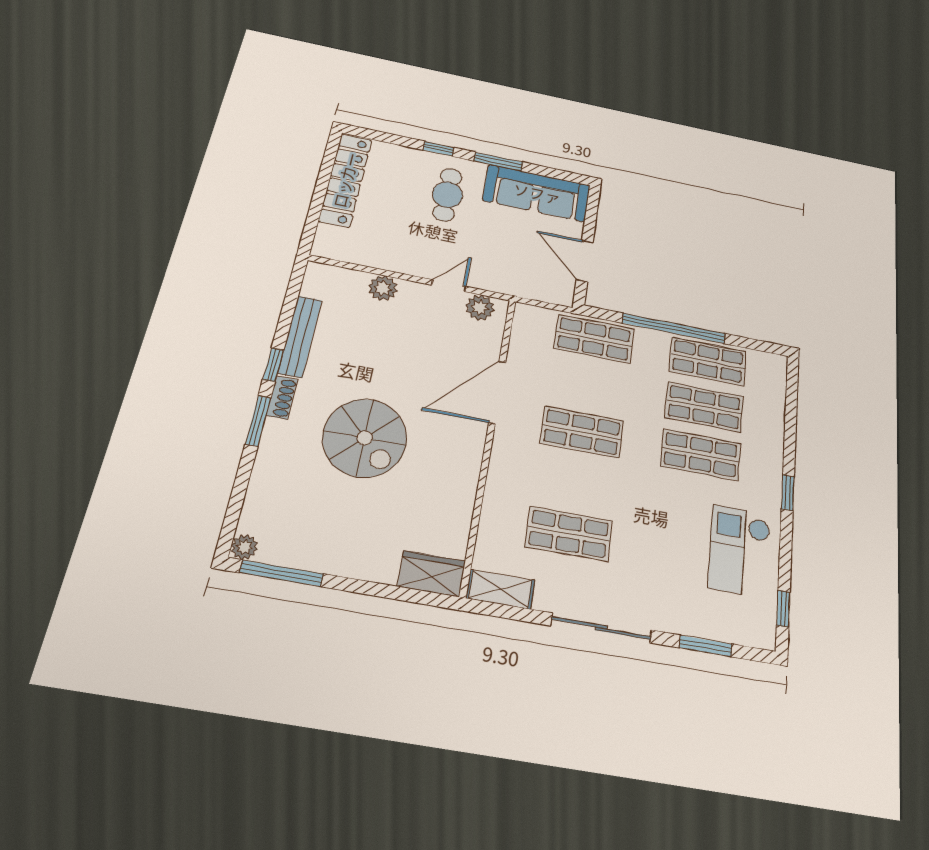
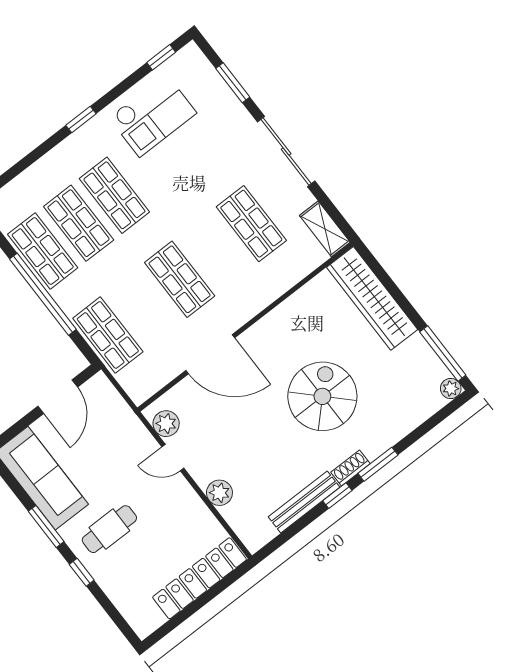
locker: (345, 180) -> (200, 578), moved
wardrobe: (431, 574) -> (372, 298), width x2.10, depth x1.17

